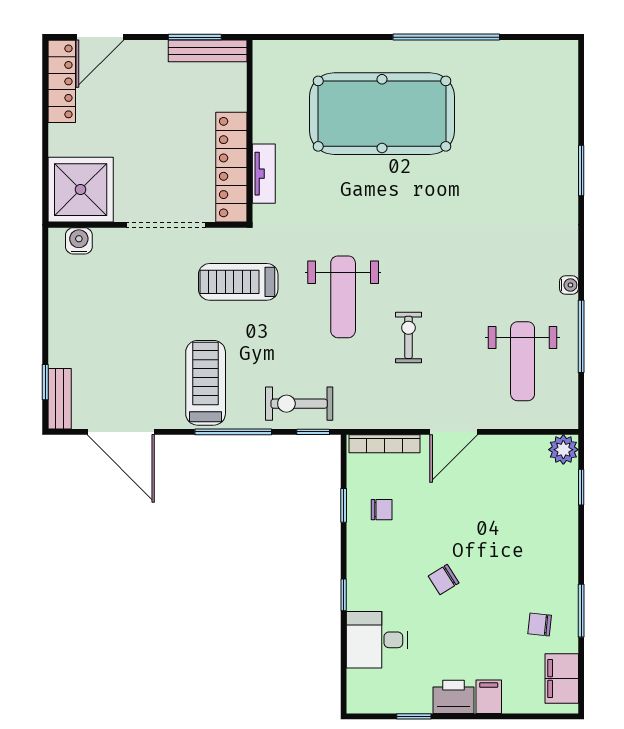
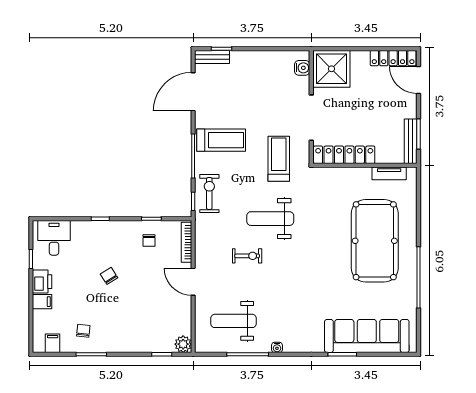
sofa: (549, 128) -> (367, 336), added
tv unit: (264, 174) -> (389, 173), moved
desk: (377, 640) -> (54, 238), moved
filing cabinet: (562, 679) -> (53, 343), width x0.50

